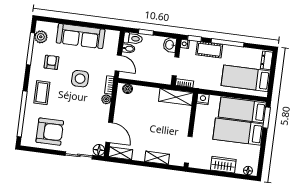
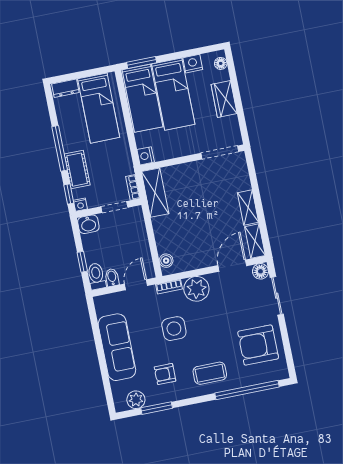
window: (31, 49) -> (157, 408), width x0.69
plant: (106, 99) -> (196, 289), width x1.87, depth x1.87
armchair: (50, 132) -> (258, 345), turned -90
nightstand: (254, 152) -> (193, 64), added
shelving: (157, 158) -> (248, 207), moved

